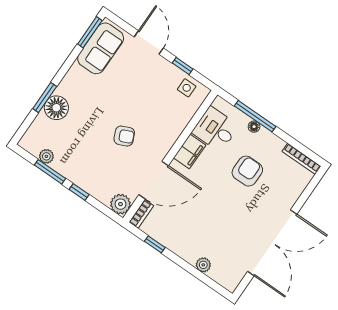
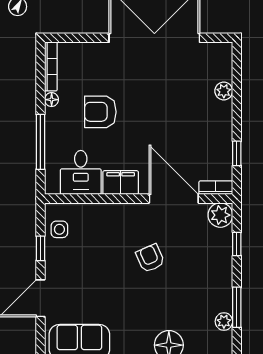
floor lamp: (254, 127) -> (52, 100), moved
window: (79, 192) -> (237, 244), moved

